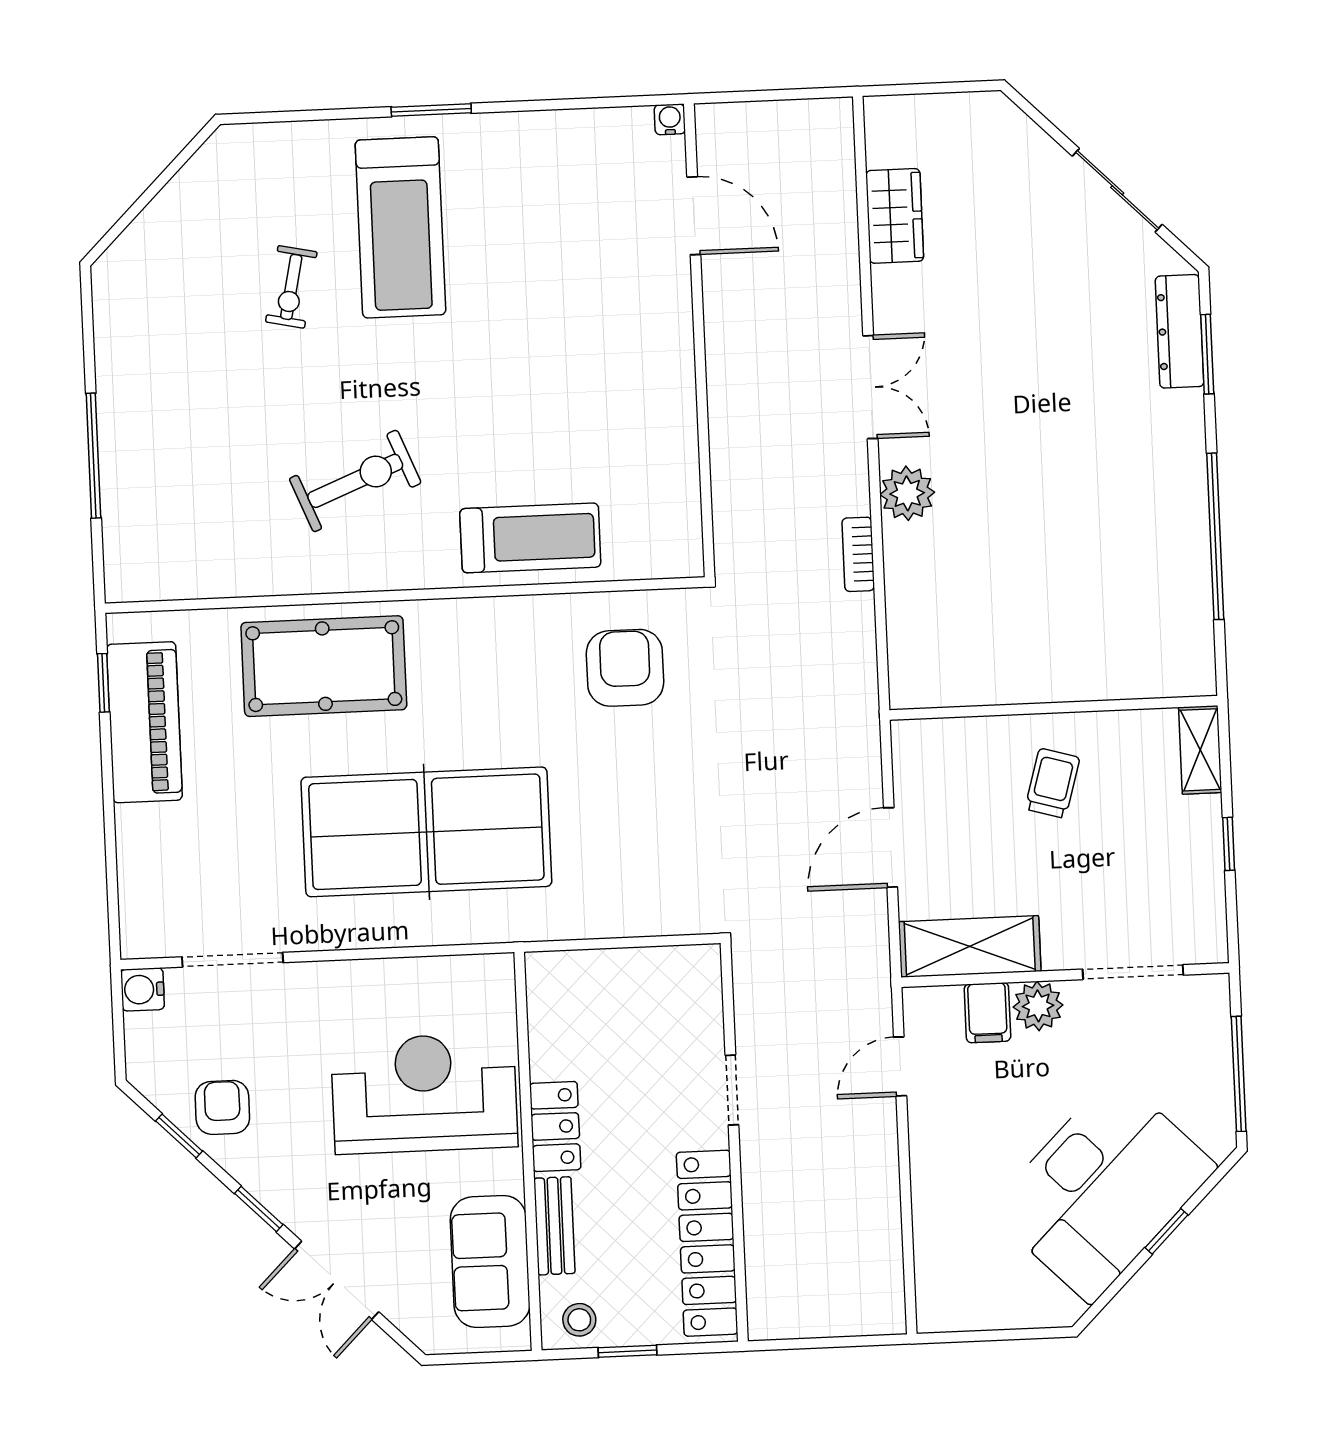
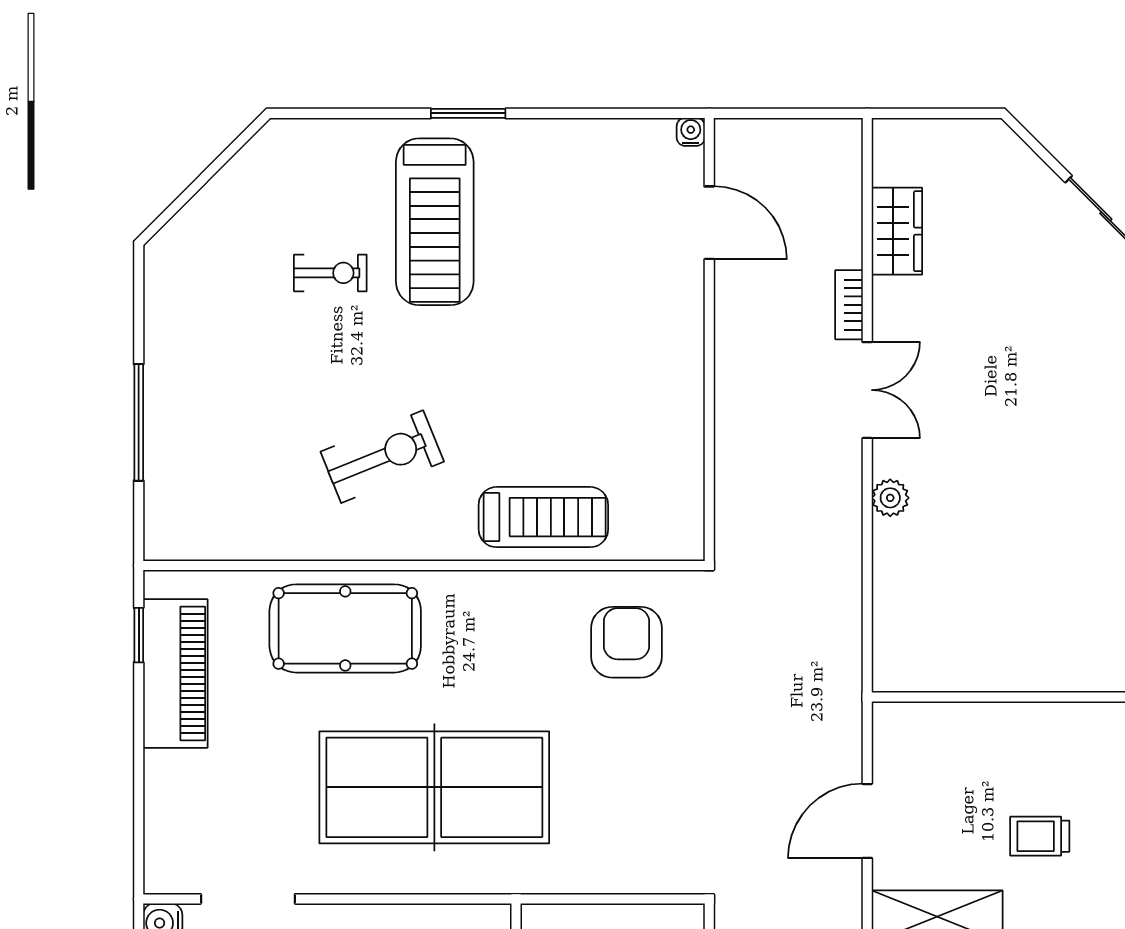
exercise bike: (291, 287) -> (330, 273), turned -102
plant: (907, 493) -> (890, 498), width x0.73, depth x0.73
bookcase: (858, 554) -> (849, 305), moved
trolley: (1052, 783) -> (1040, 836), moved, turned -106

